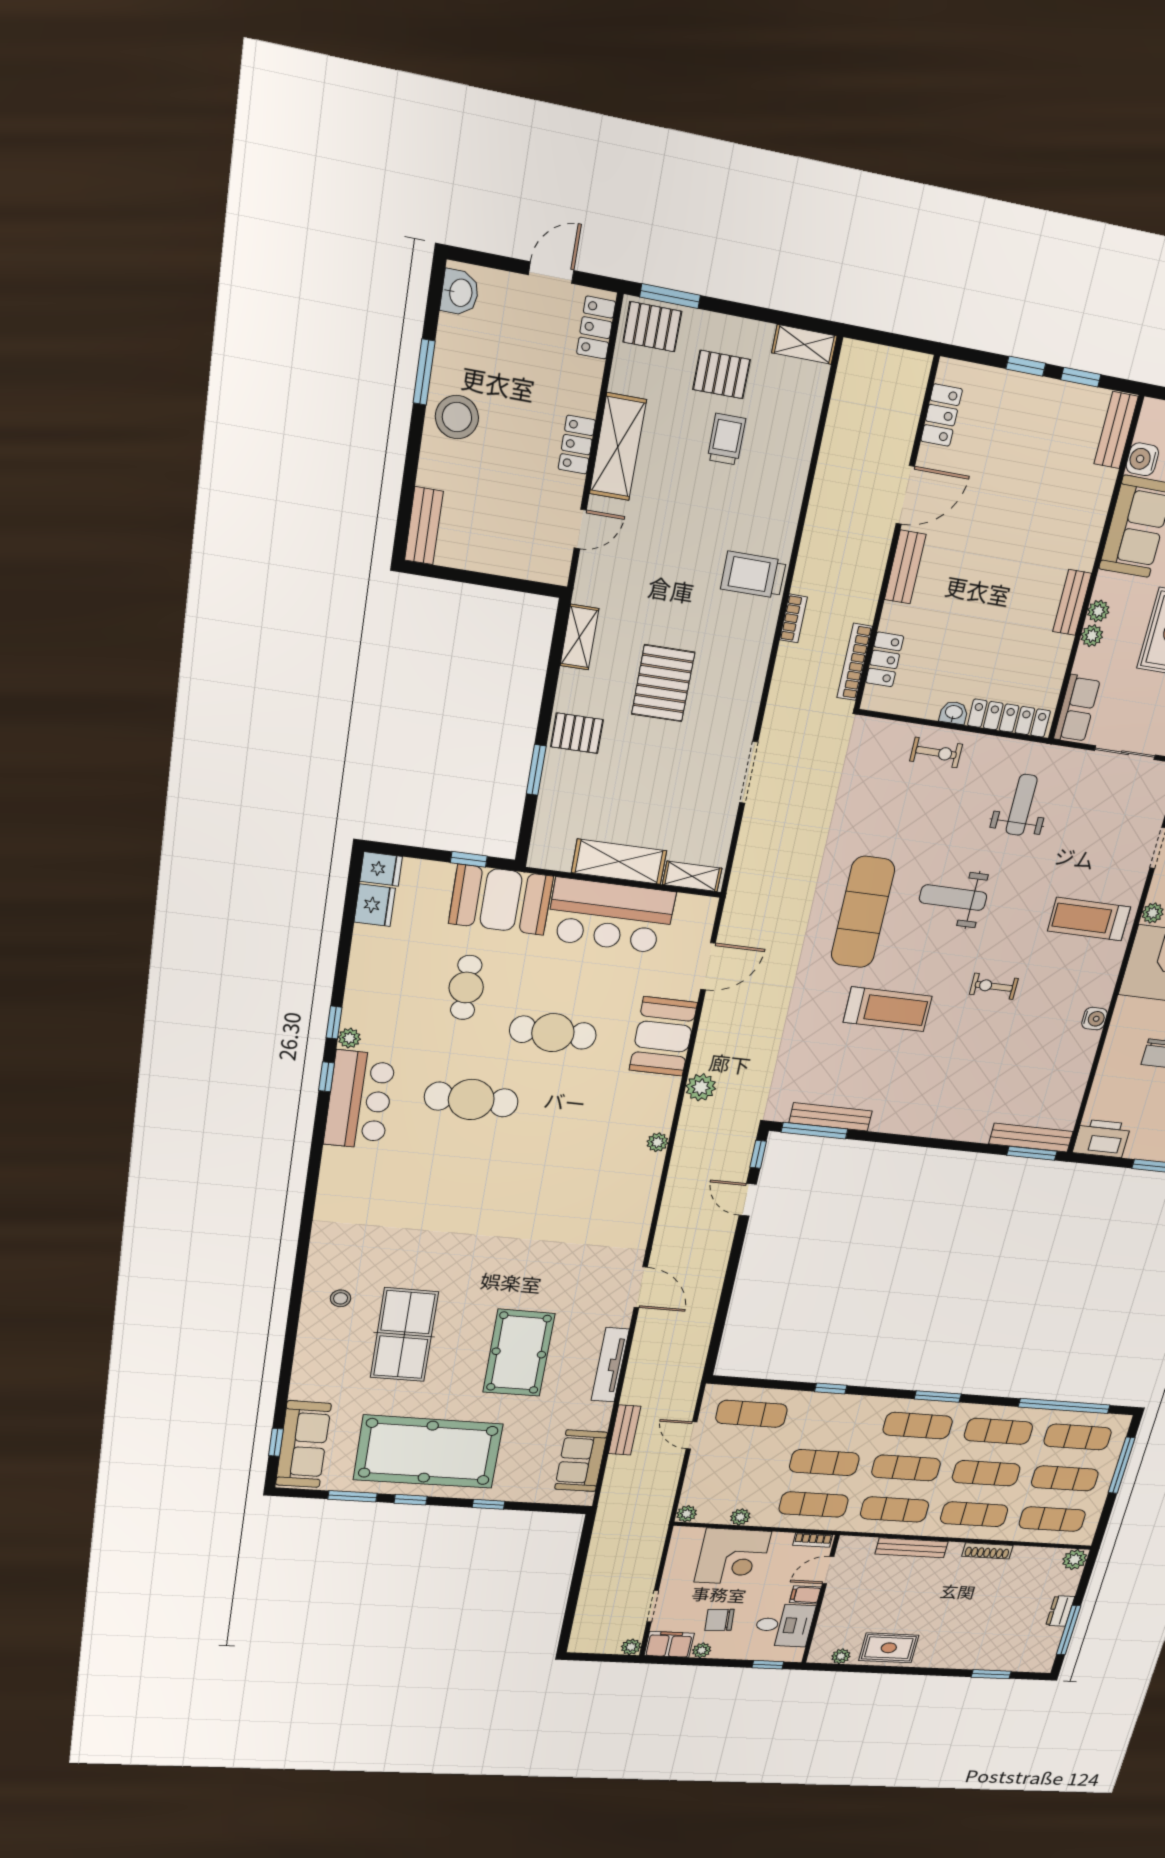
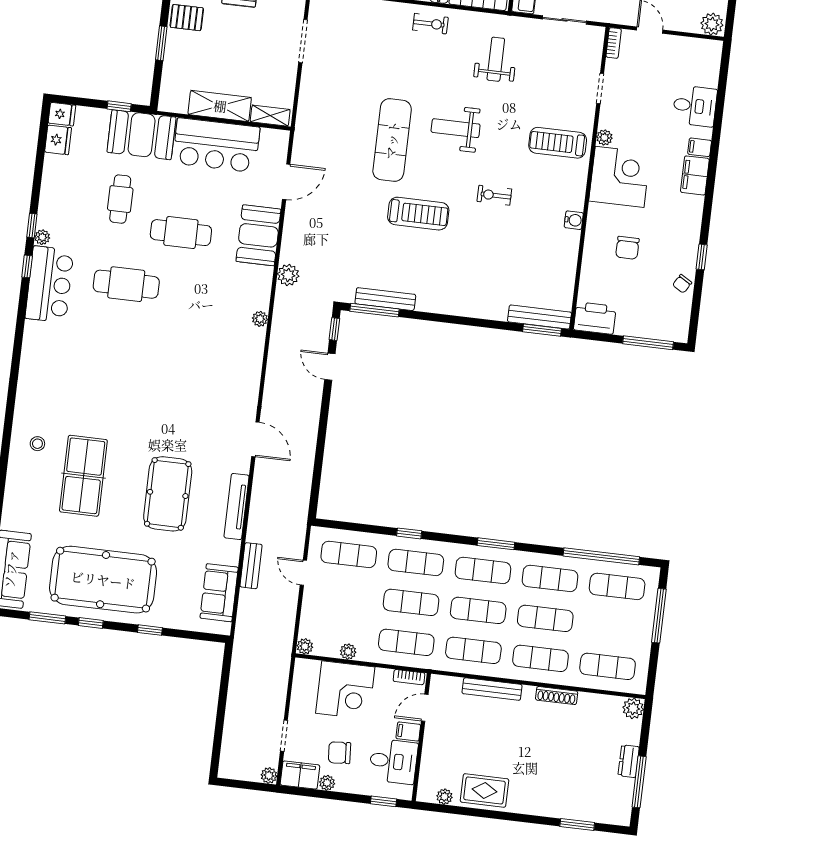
exercise mat: (1065, 1478) -> (416, 562), moved

